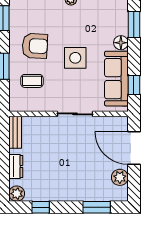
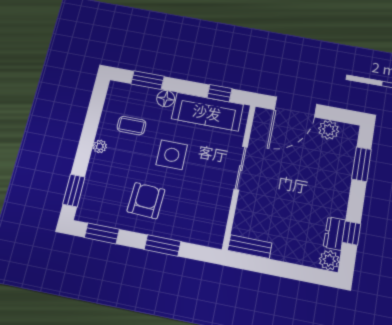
coffee table: (32, 81) -> (131, 126), moved, turned 90
dresser: (16, 166) -> (334, 233), moved, turned -90

